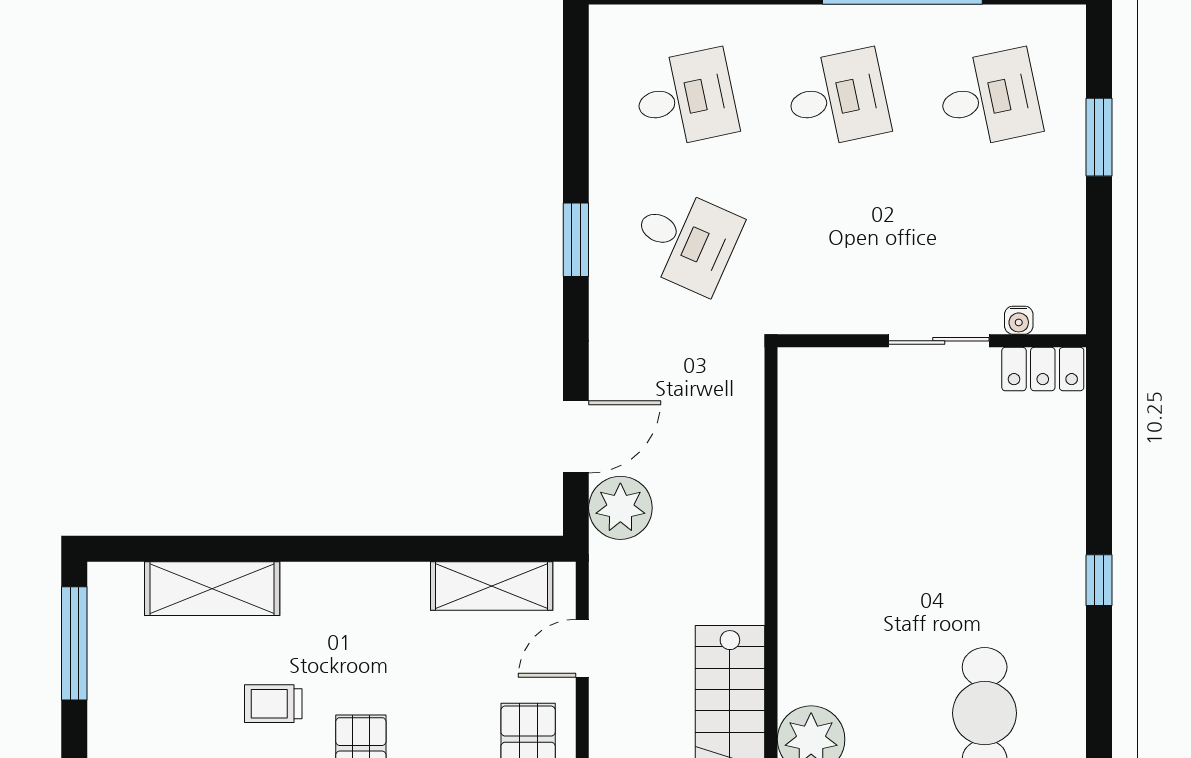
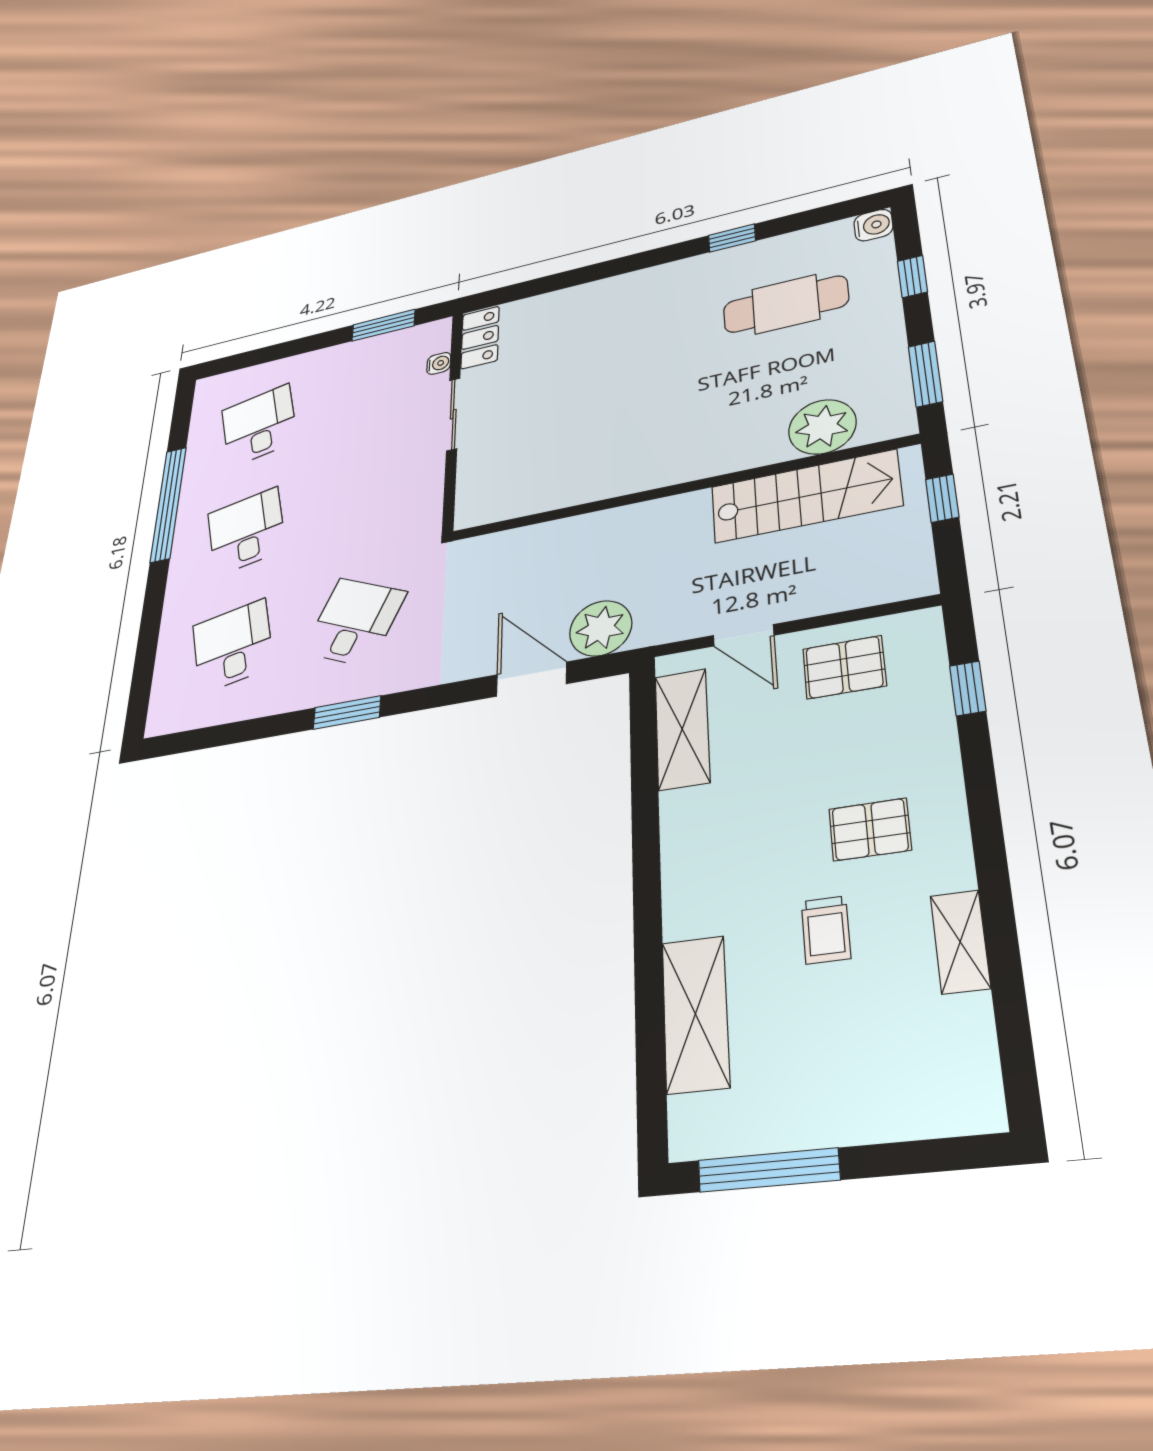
window: (1099, 137) -> (383, 325), moved
window: (1099, 580) -> (732, 238), moved

